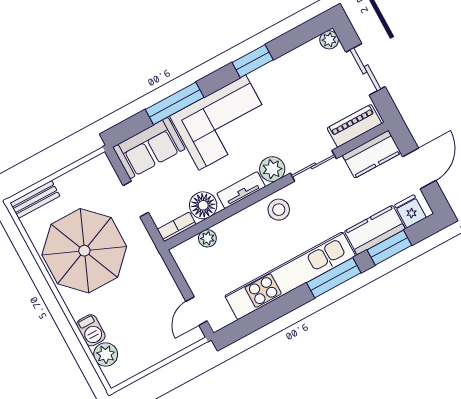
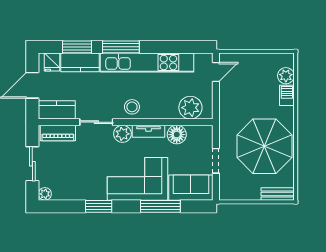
bookcase: (177, 227) -> (200, 130), removed
plant: (207, 238) -> (190, 108), width x1.88, depth x1.88

